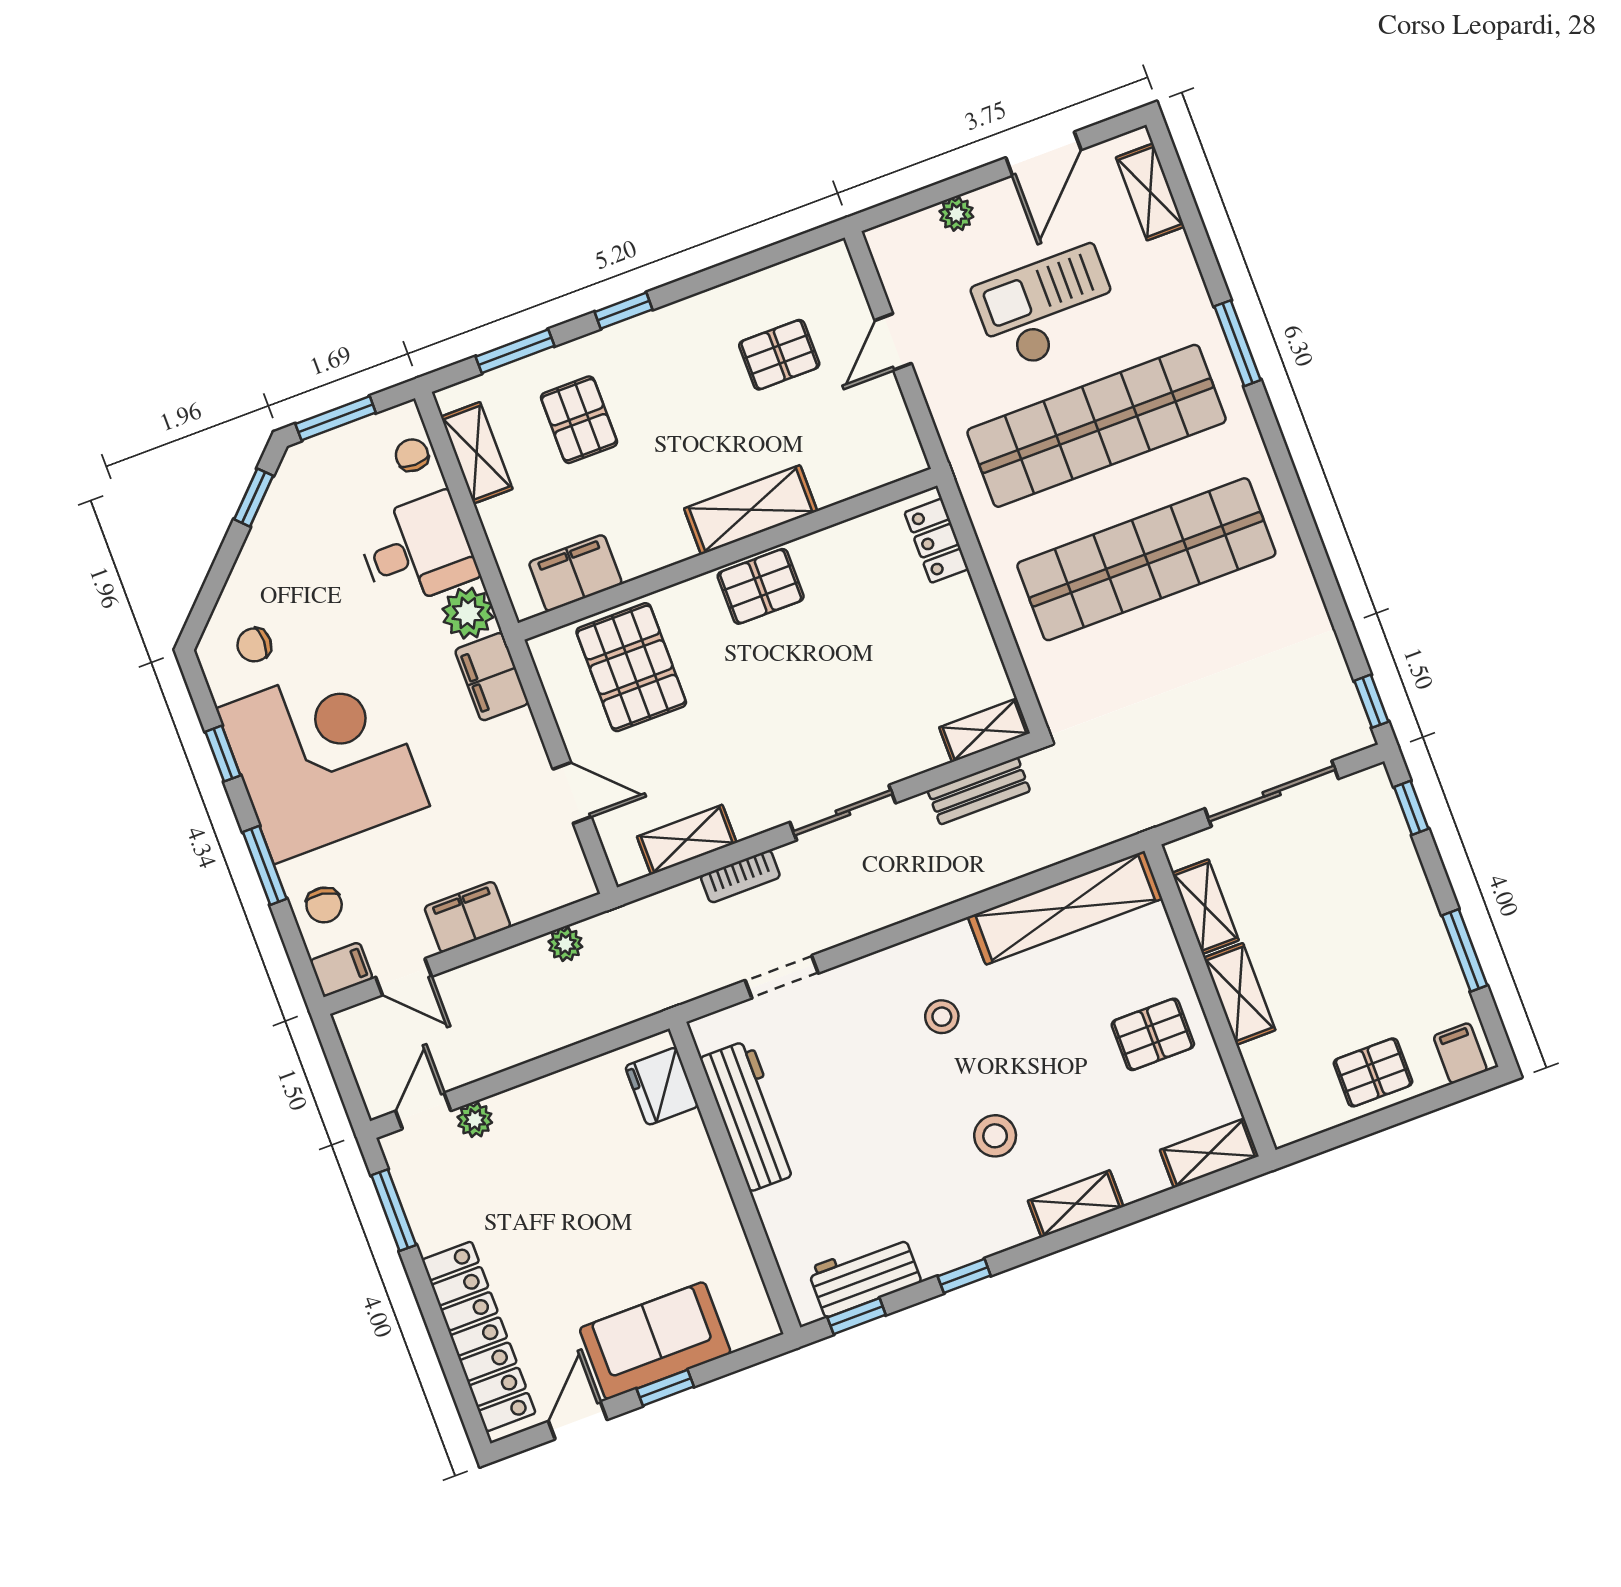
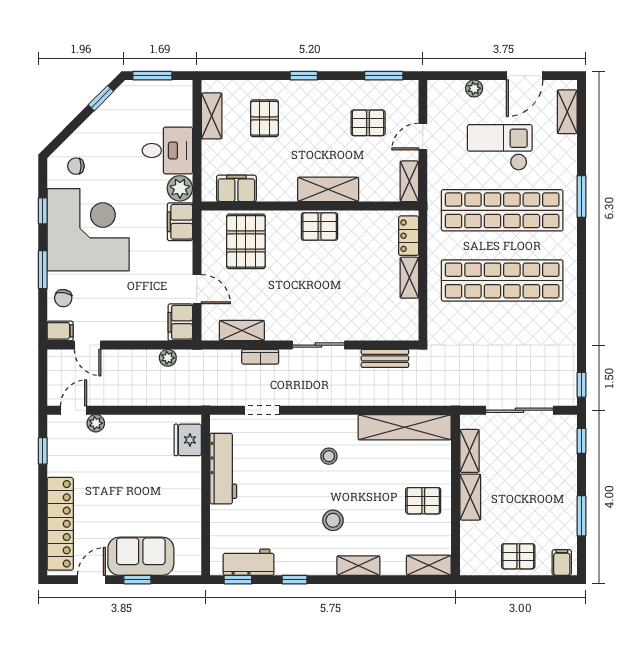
window: (515, 351) -> (384, 76), moved
shelving: (899, 437) -> (409, 181), added
chair: (412, 455) -> (181, 106), removed
shelving: (985, 730) -> (409, 278), moved, turned 90
filing cabinet: (467, 917) -> (180, 322), moved, turned -90
window: (394, 1210) -> (43, 451), width x0.67

